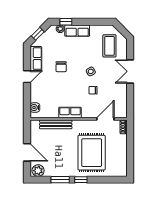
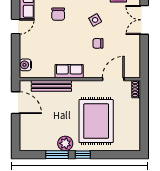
door: (27, 152) -> (16, 103), moved
plant: (38, 171) -> (65, 143), moved

